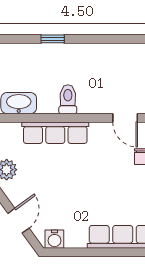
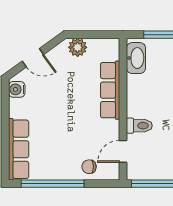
toilet: (68, 99) -> (139, 126), moved

